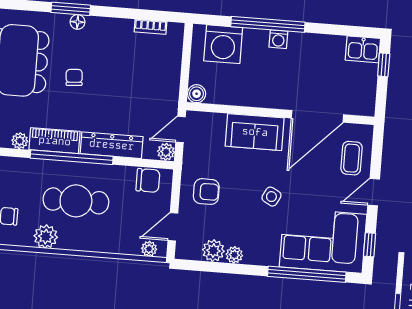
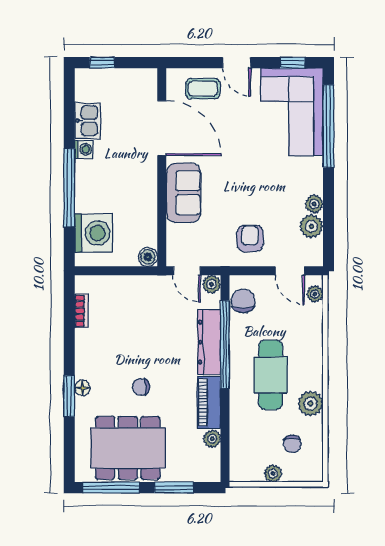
washing machine: (278, 39) -> (84, 149), moved
kitchen sink: (363, 49) -> (88, 121), moved
window: (72, 157) -> (225, 344), moved
side table: (271, 197) -> (250, 170), removed

